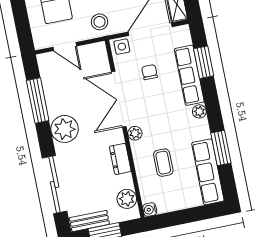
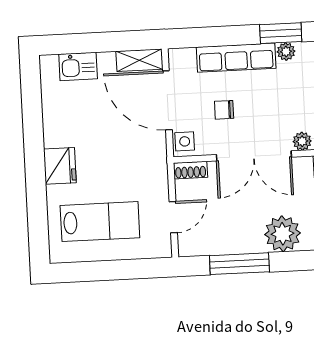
stool: (100, 22) -> (147, 166), removed
shoe rack: (101, 54) -> (190, 170), added
window: (204, 62) -> (281, 33), moved

